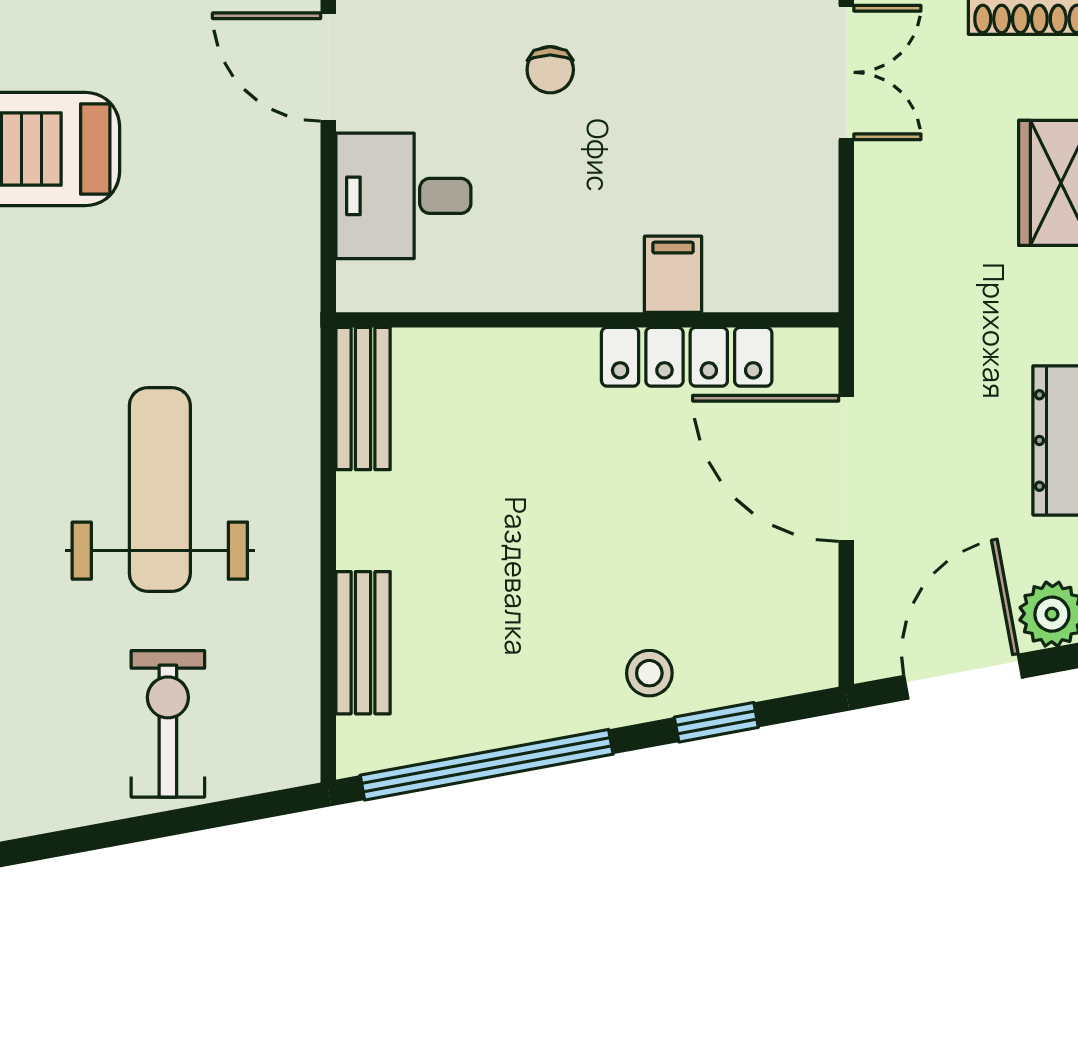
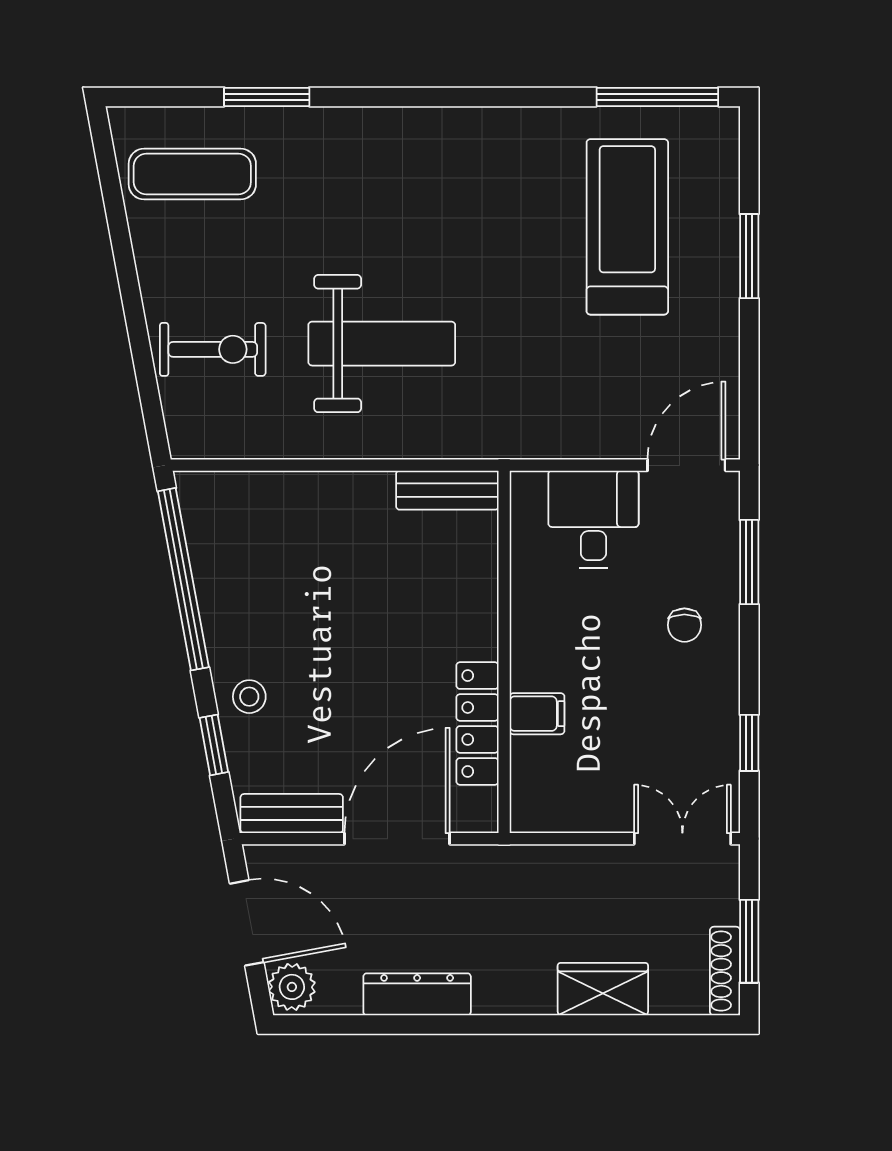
chair: (550, 70) -> (684, 625), turned -90
double door: (846, 72) -> (682, 839), swing flipped
bench: (363, 643) -> (292, 814), moved

